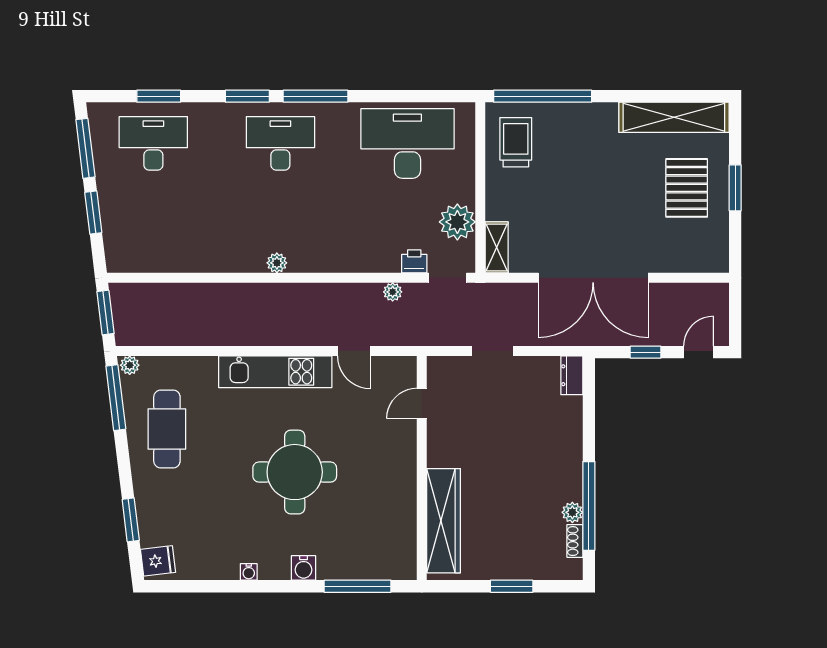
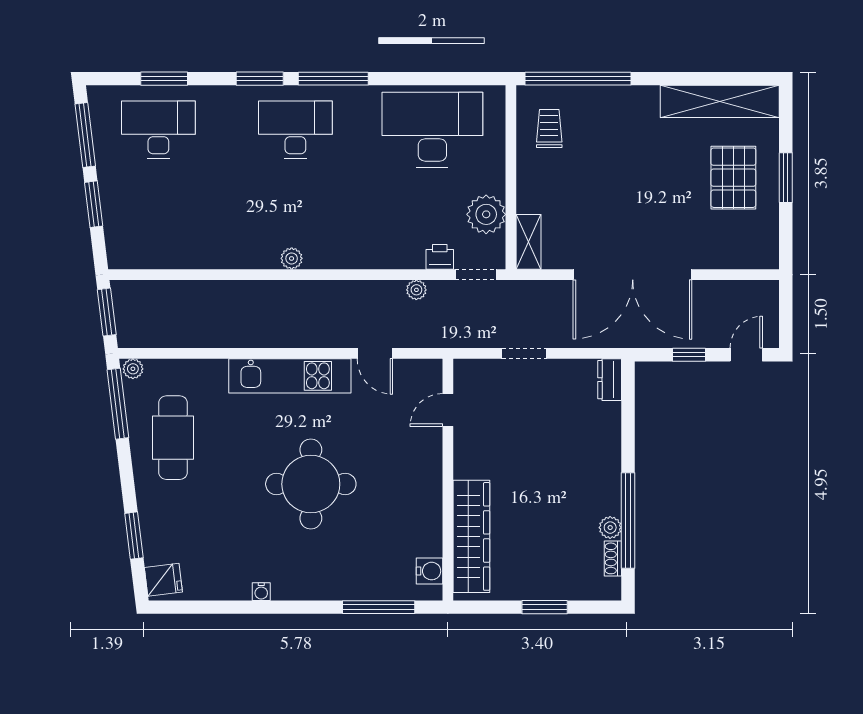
trolley: (516, 142) -> (549, 128), width x0.73, depth x0.72
water cooler: (304, 568) -> (429, 571), moved, turned -90

